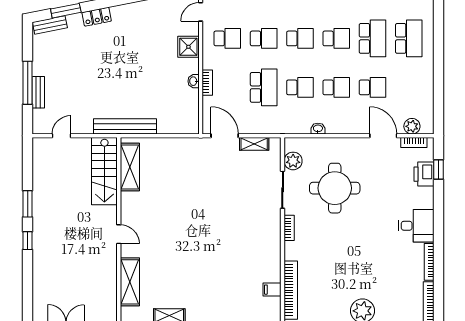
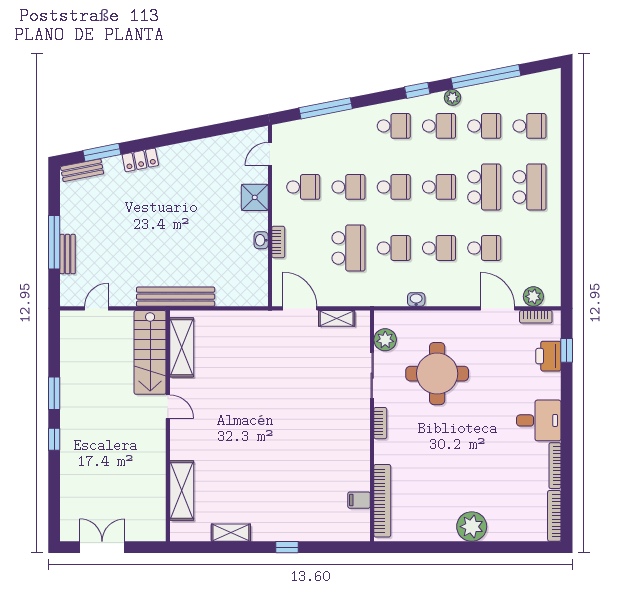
door: (119, 234) -> (168, 407), moved

